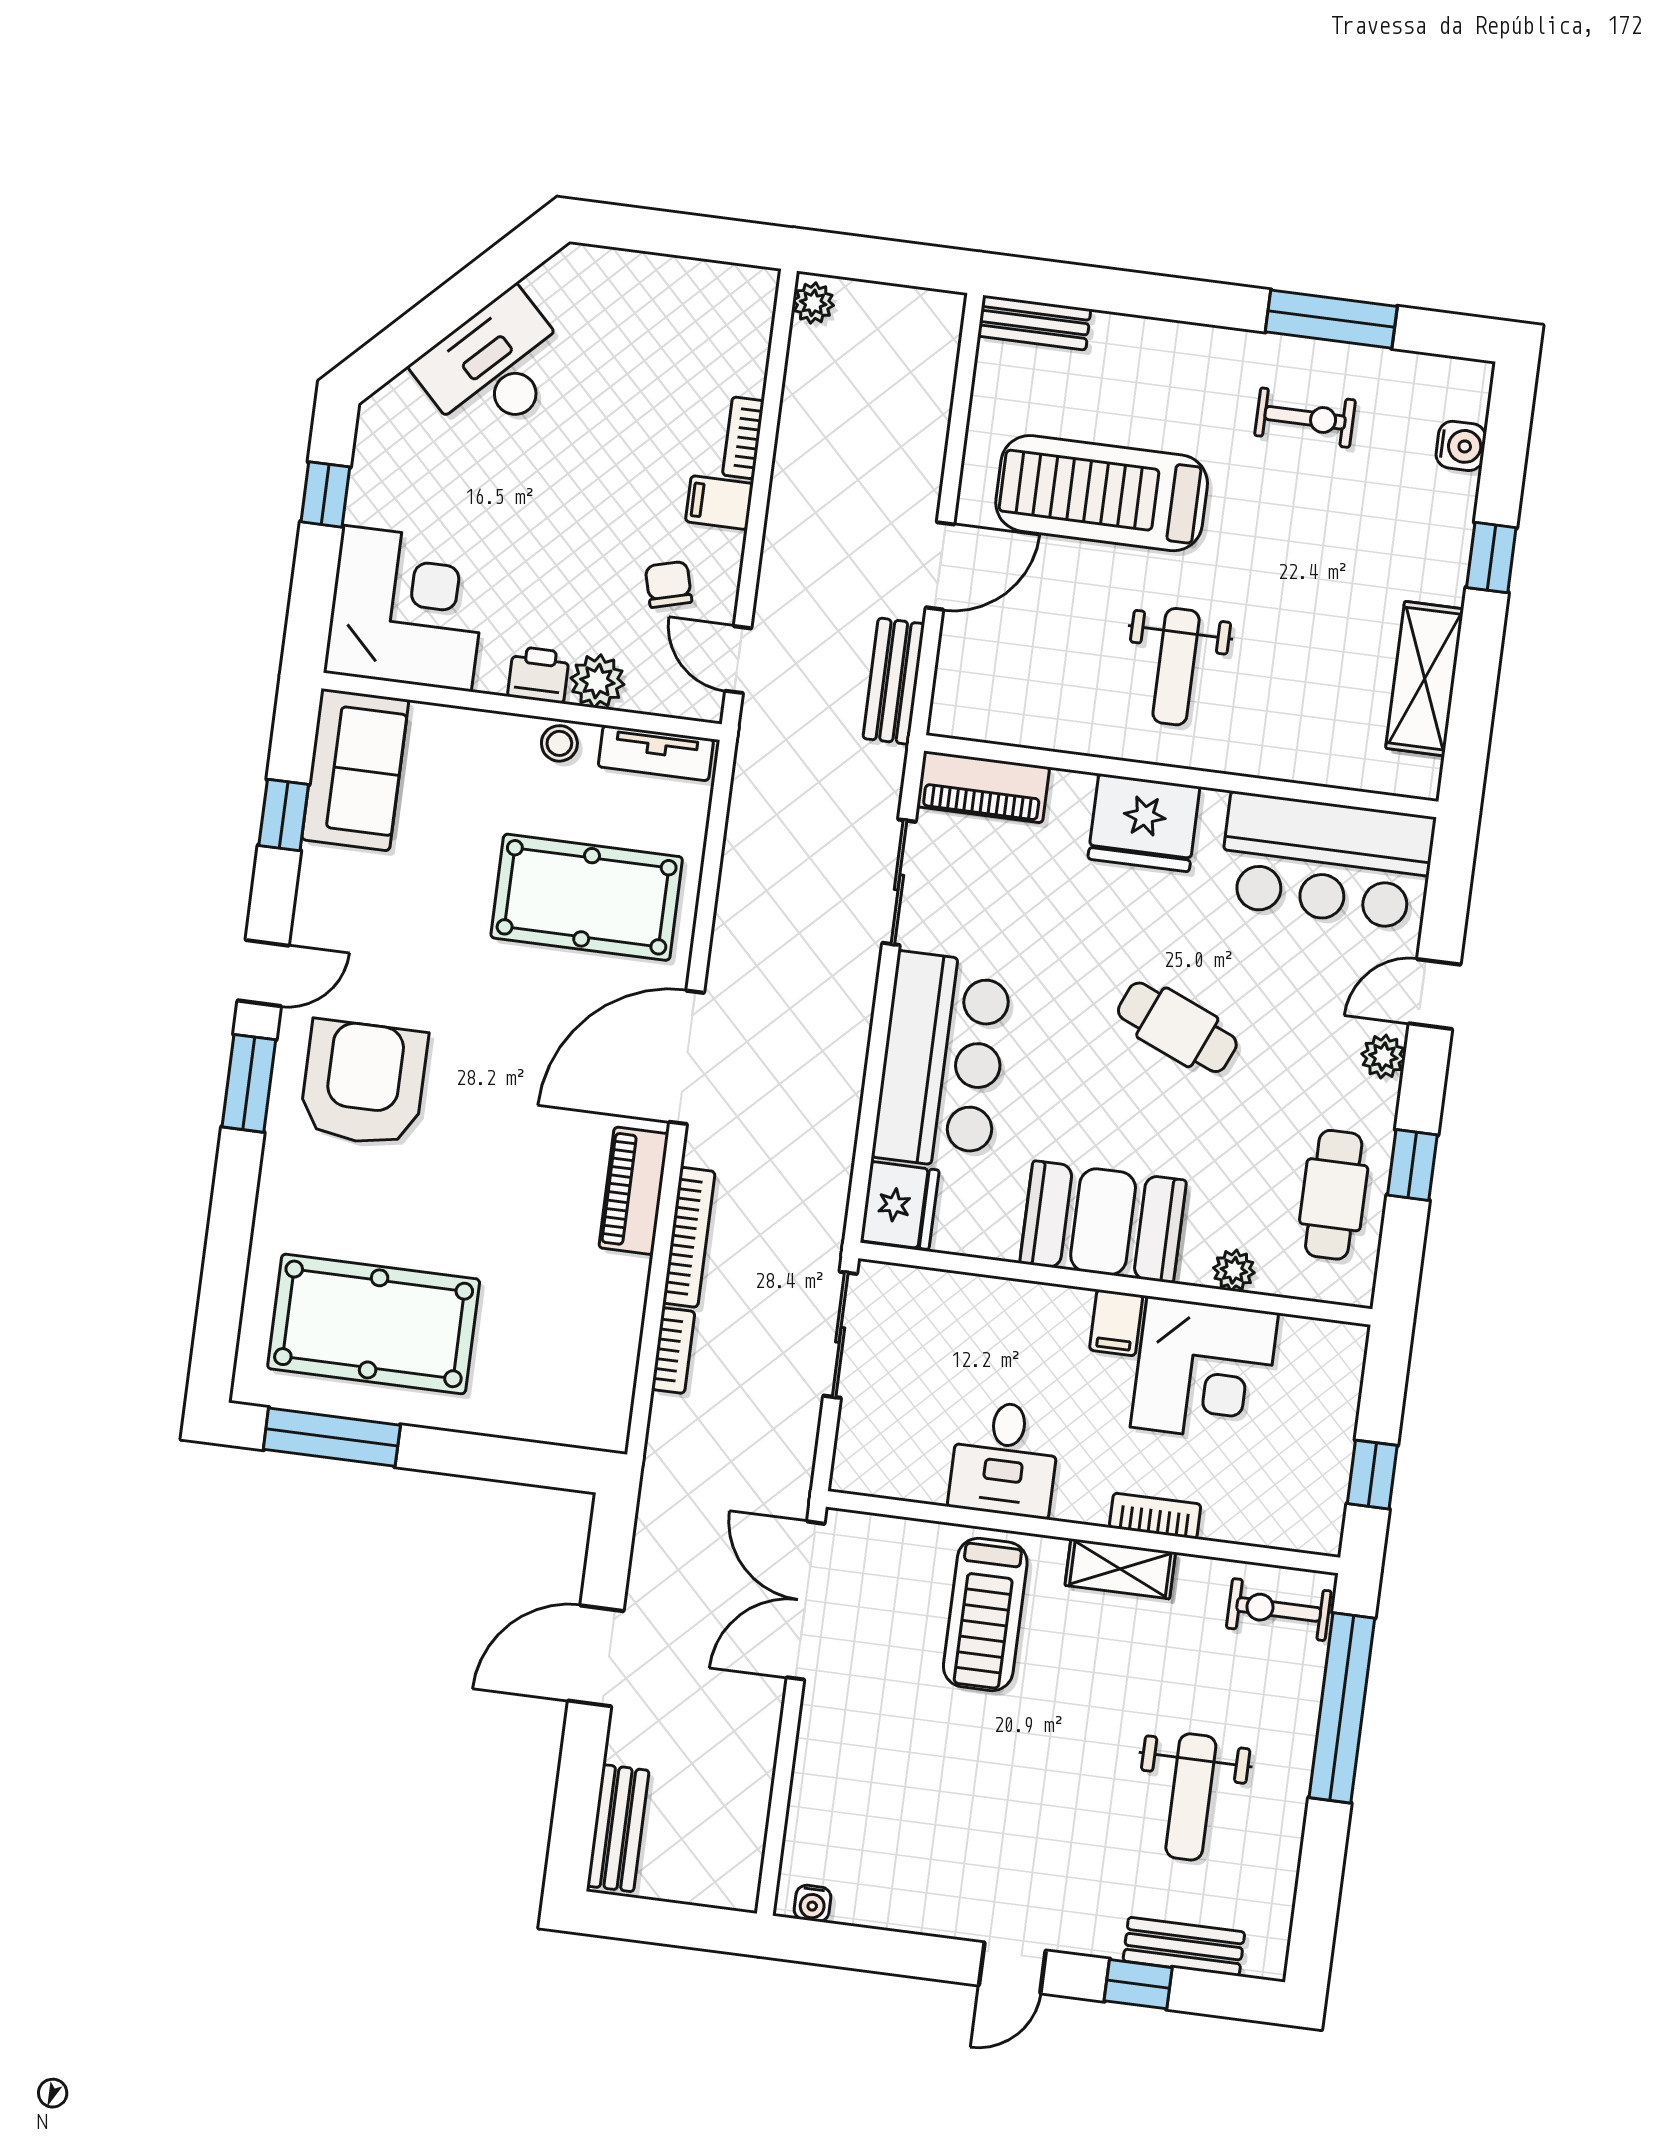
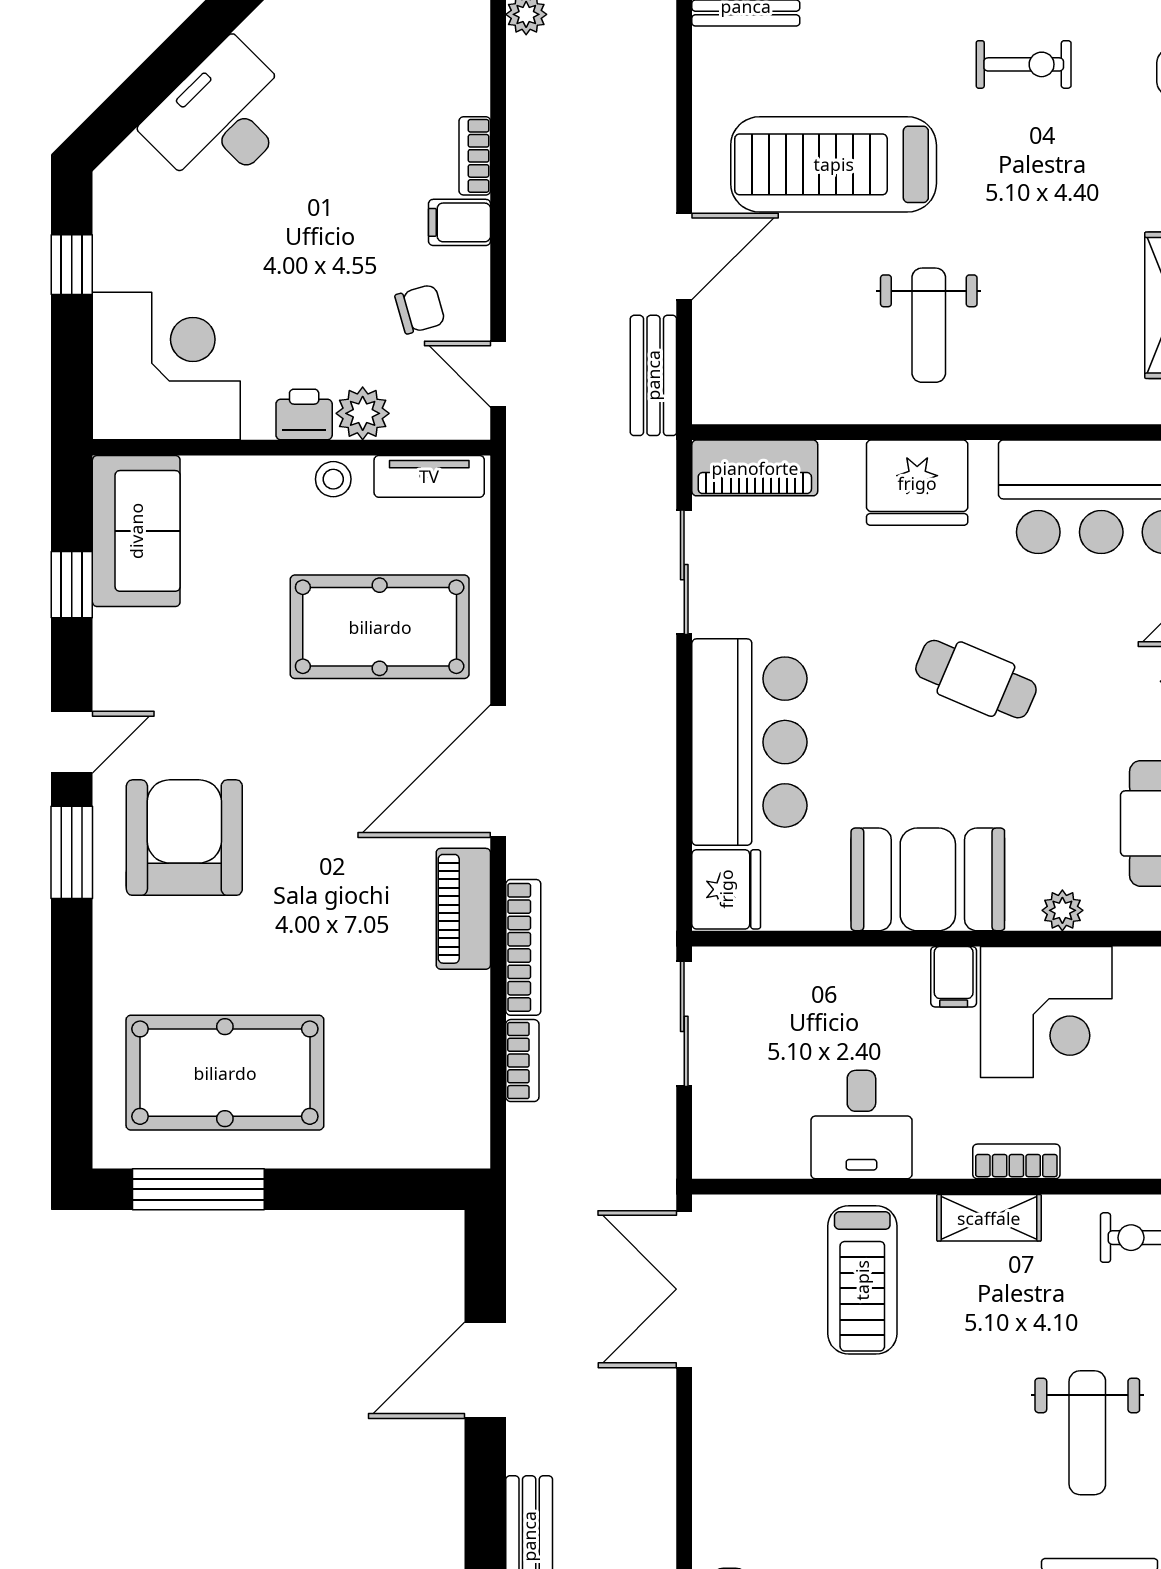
chair: (668, 584) -> (420, 309), turned 89

